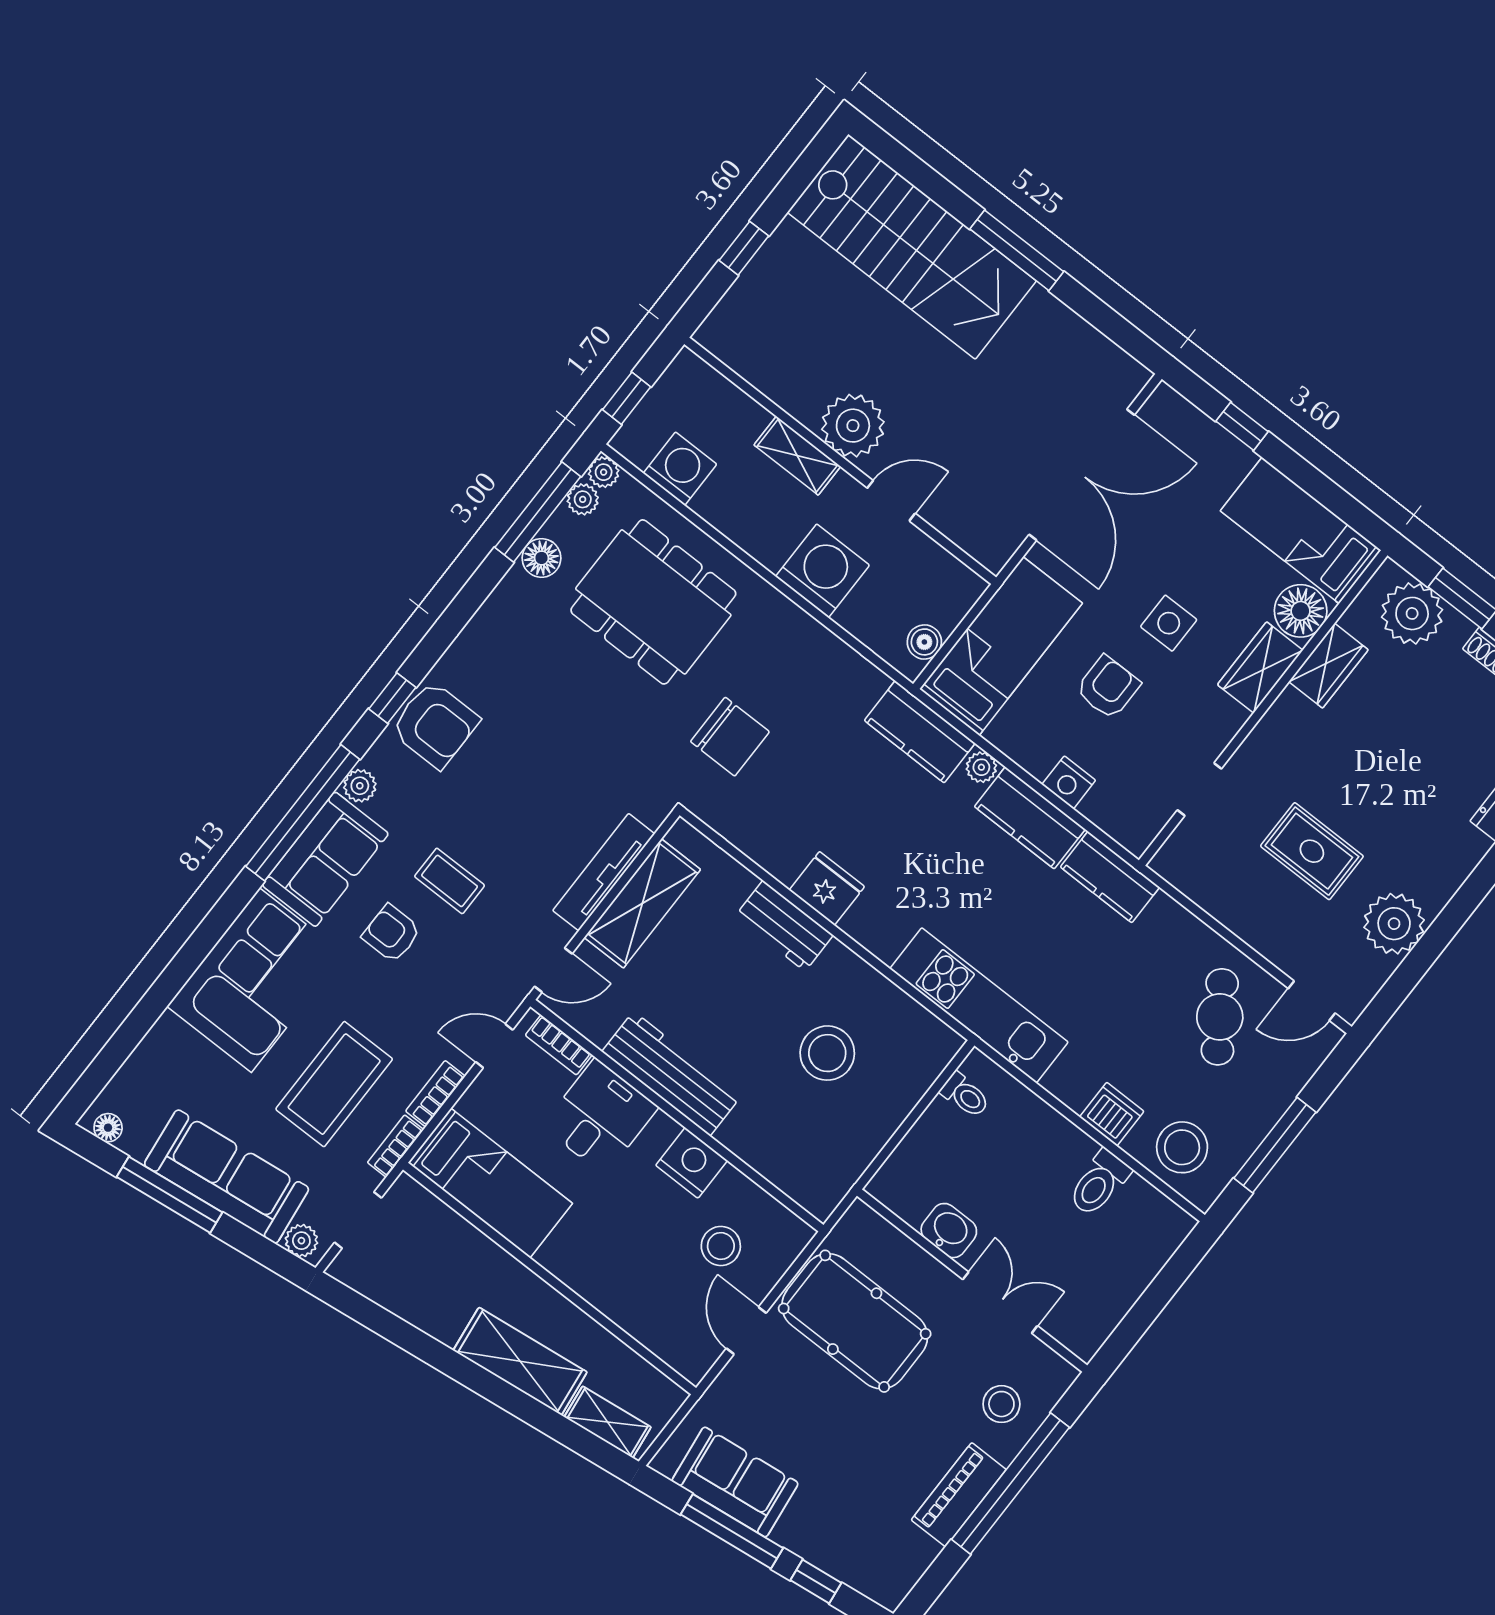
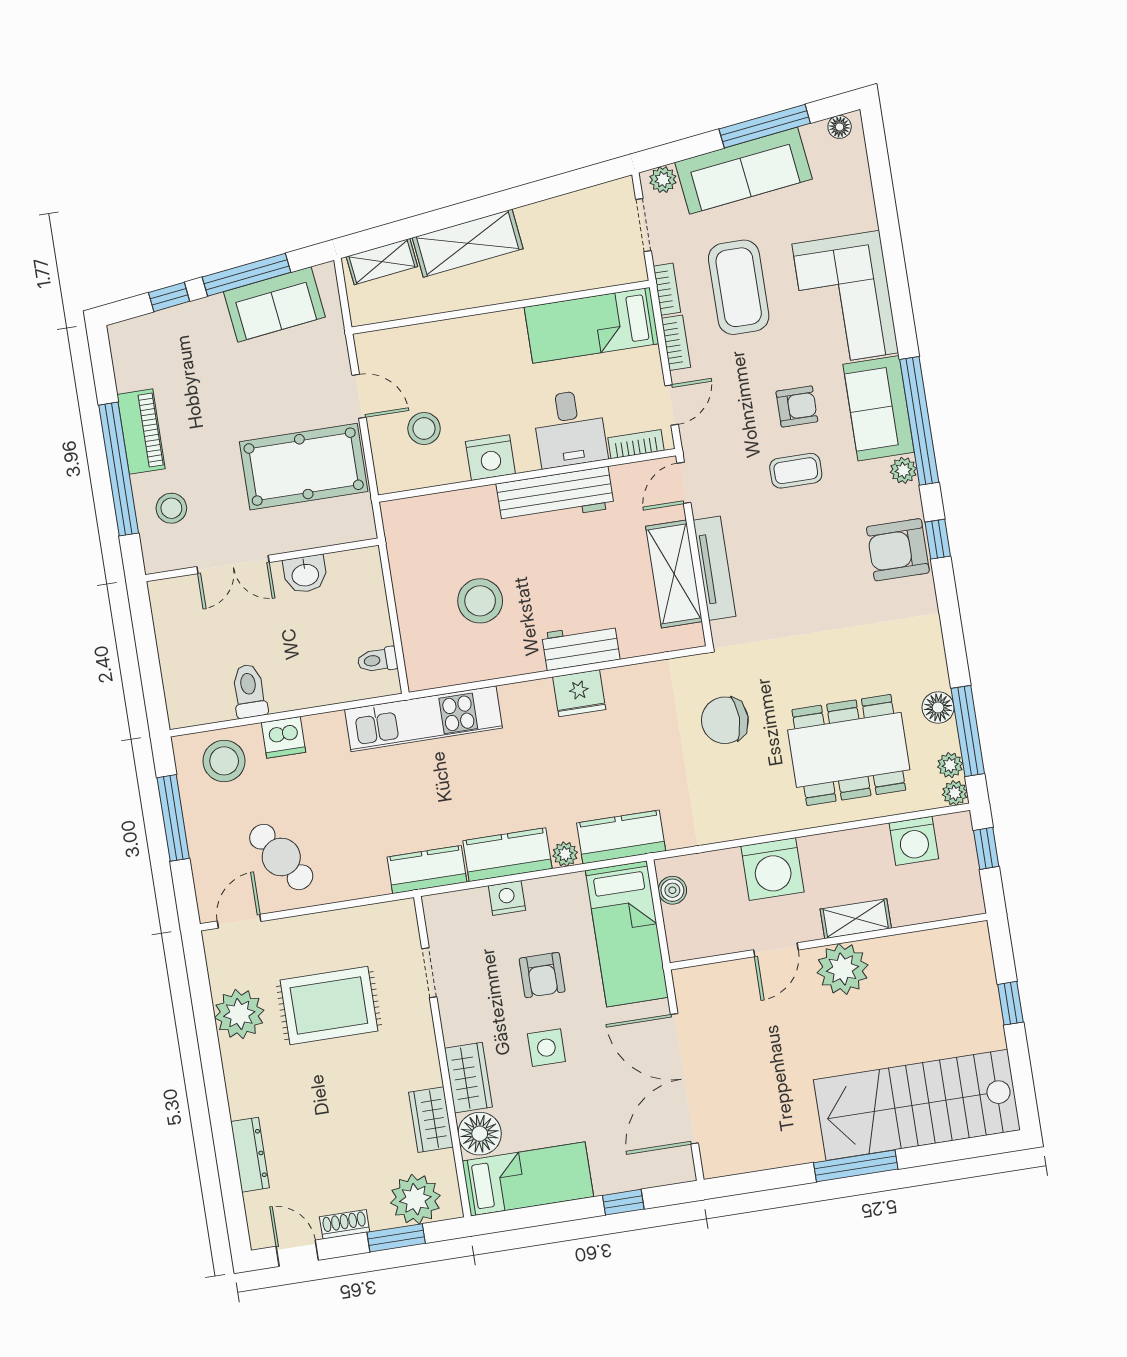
rug: (1312, 851) -> (329, 1005), width x1.36, depth x1.43

